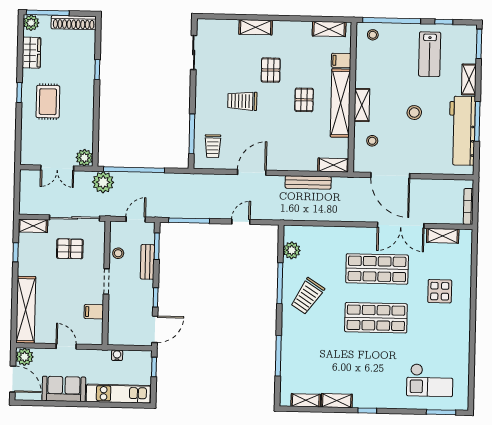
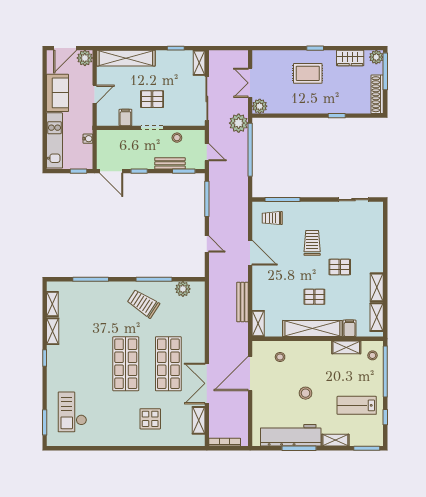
shelving: (256, 27) -> (377, 287), moved
shelving: (362, 105) -> (346, 347), moved
pallet: (70, 249) -> (152, 99), moved, turned 90

